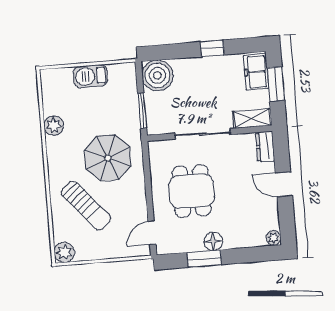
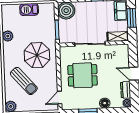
dresser: (265, 147) -> (126, 90), moved
dining table: (192, 191) -> (83, 75), turned 90
floor lamp: (213, 241) -> (105, 103), moved

